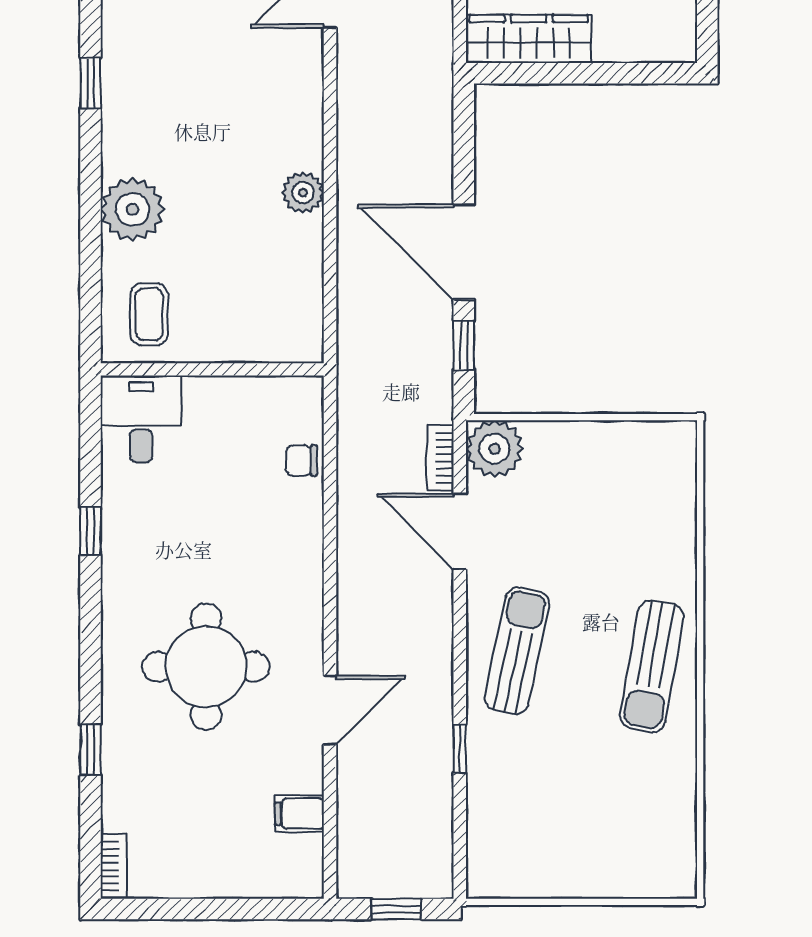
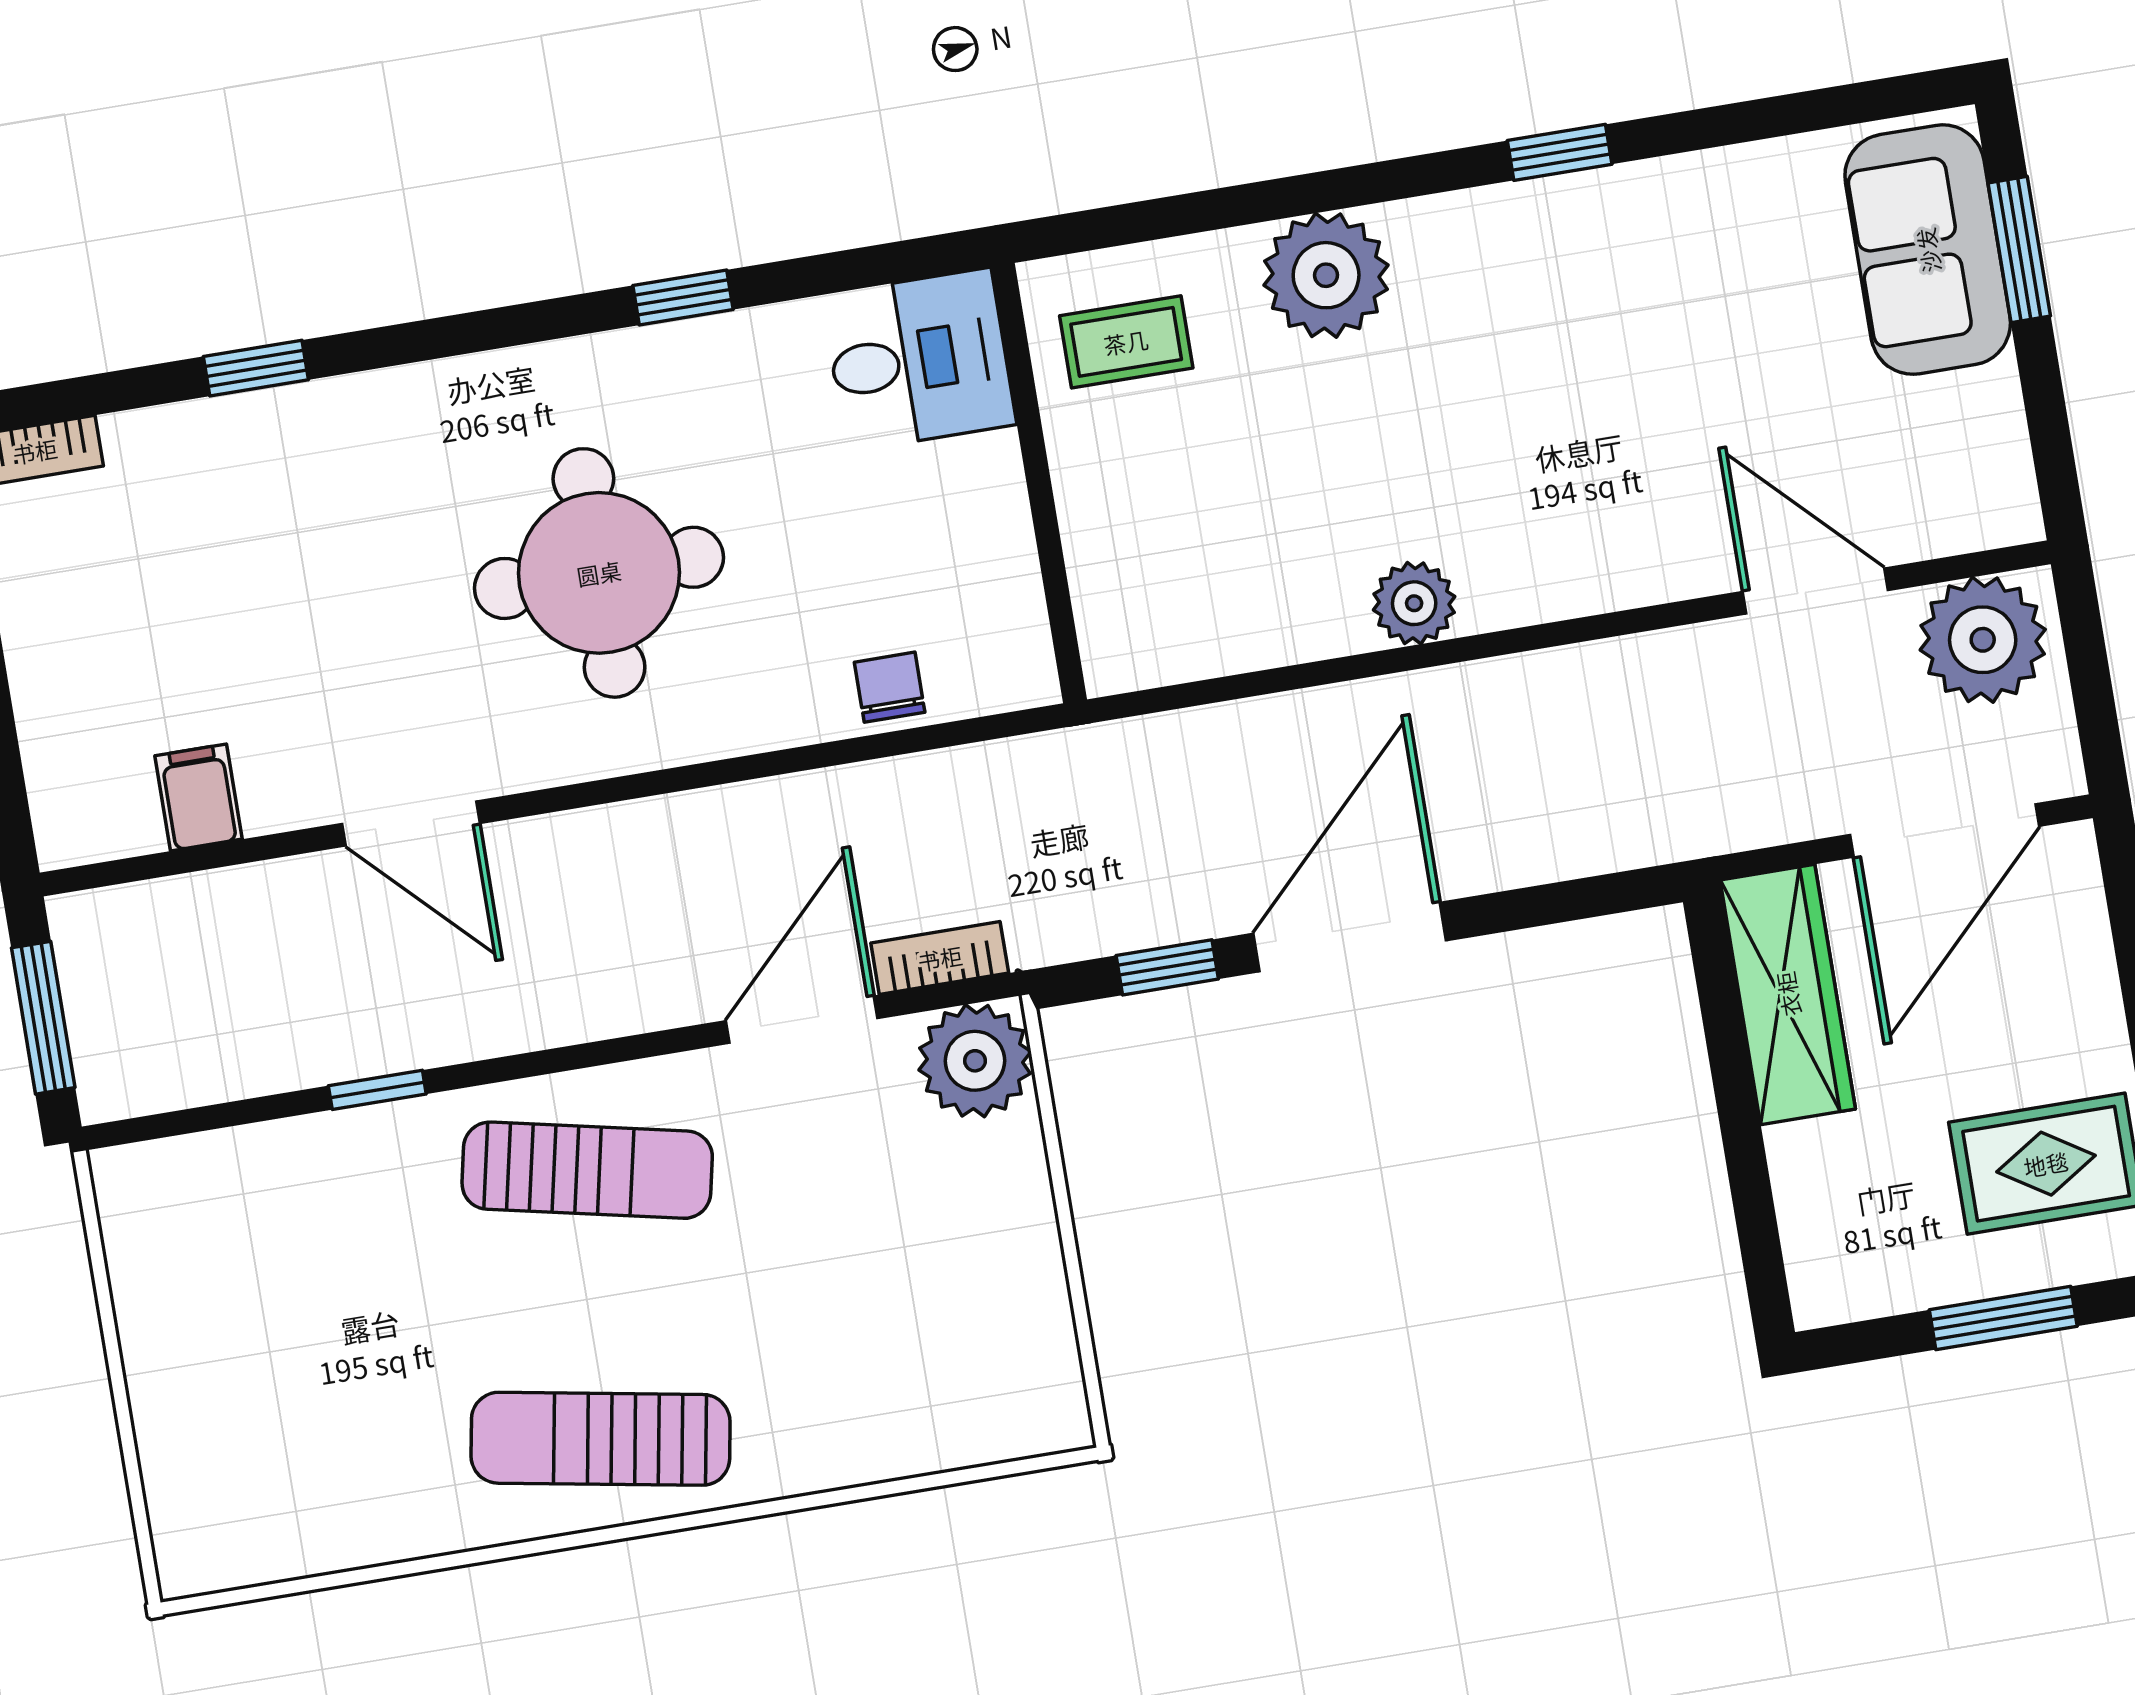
round table: (206, 667) -> (599, 573), moved
window: (396, 909) -> (43, 1018), width x1.50

